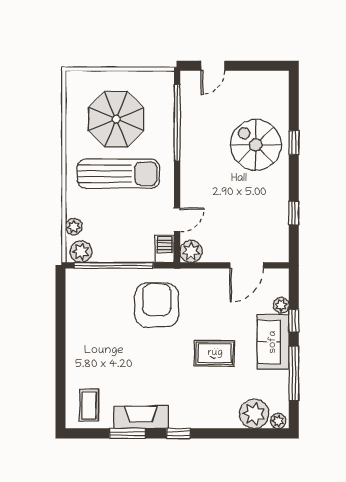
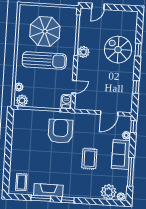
plant: (191, 251) -> (83, 52), moved
window: (294, 320) -> (134, 127), moved
rug: (215, 353) -> (89, 159), turned 90

